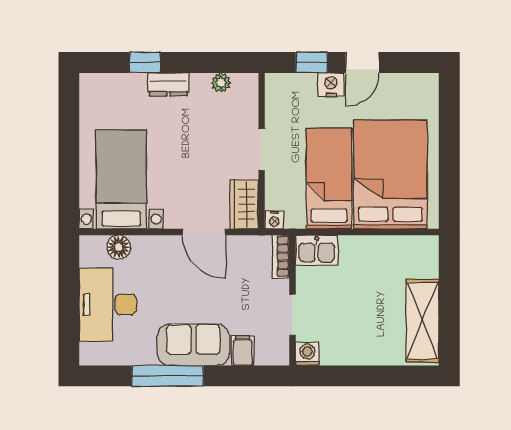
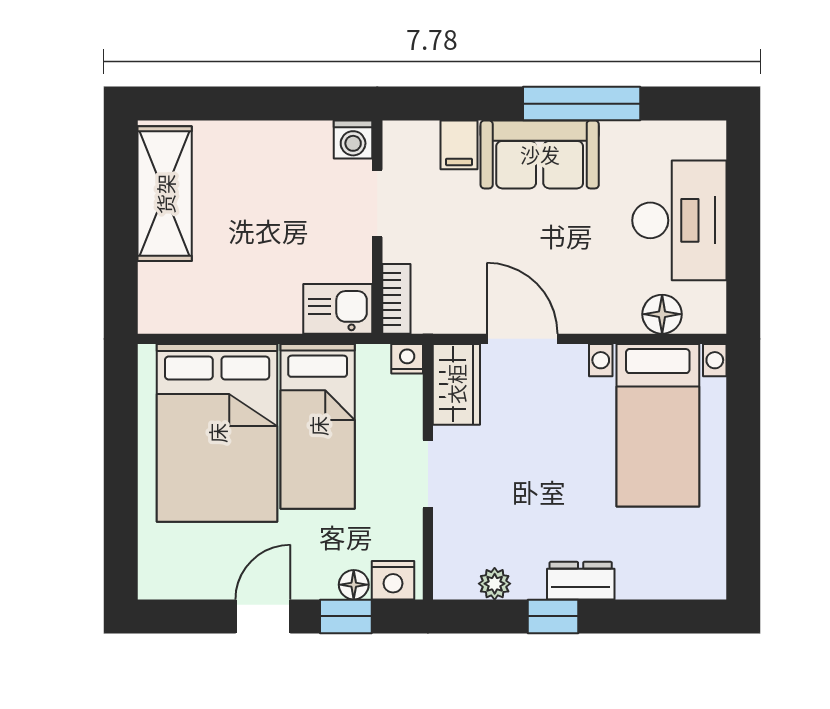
window: (145, 62) -> (553, 616), moved
floor lamp: (307, 82) -> (354, 585), added
nightstand: (331, 85) -> (393, 580), moved

